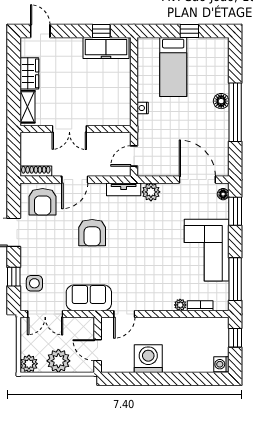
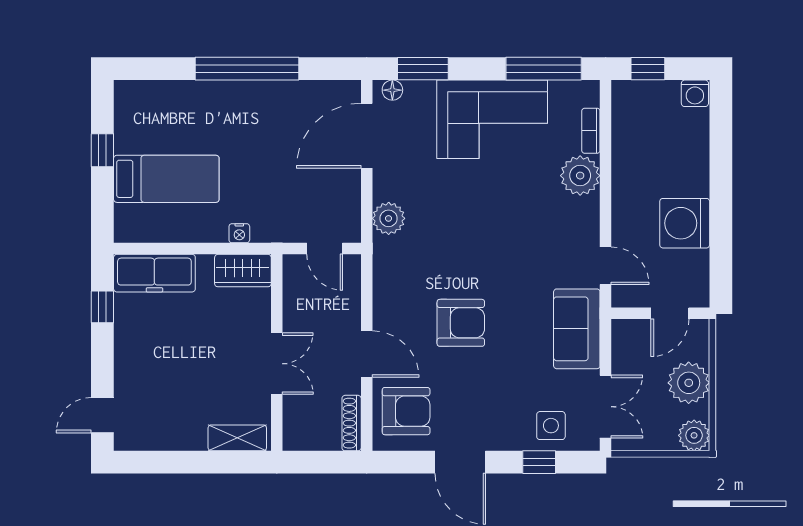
freezer: (106, 48) -> (154, 273), moved, turned 90
wardrobe: (29, 73) -> (243, 271), moved, turned 180
floor lamp: (221, 101) -> (227, 94), removed
tv unit: (124, 189) -> (384, 267), removed
plant: (180, 305) -> (580, 176), width x1.87, depth x1.87

